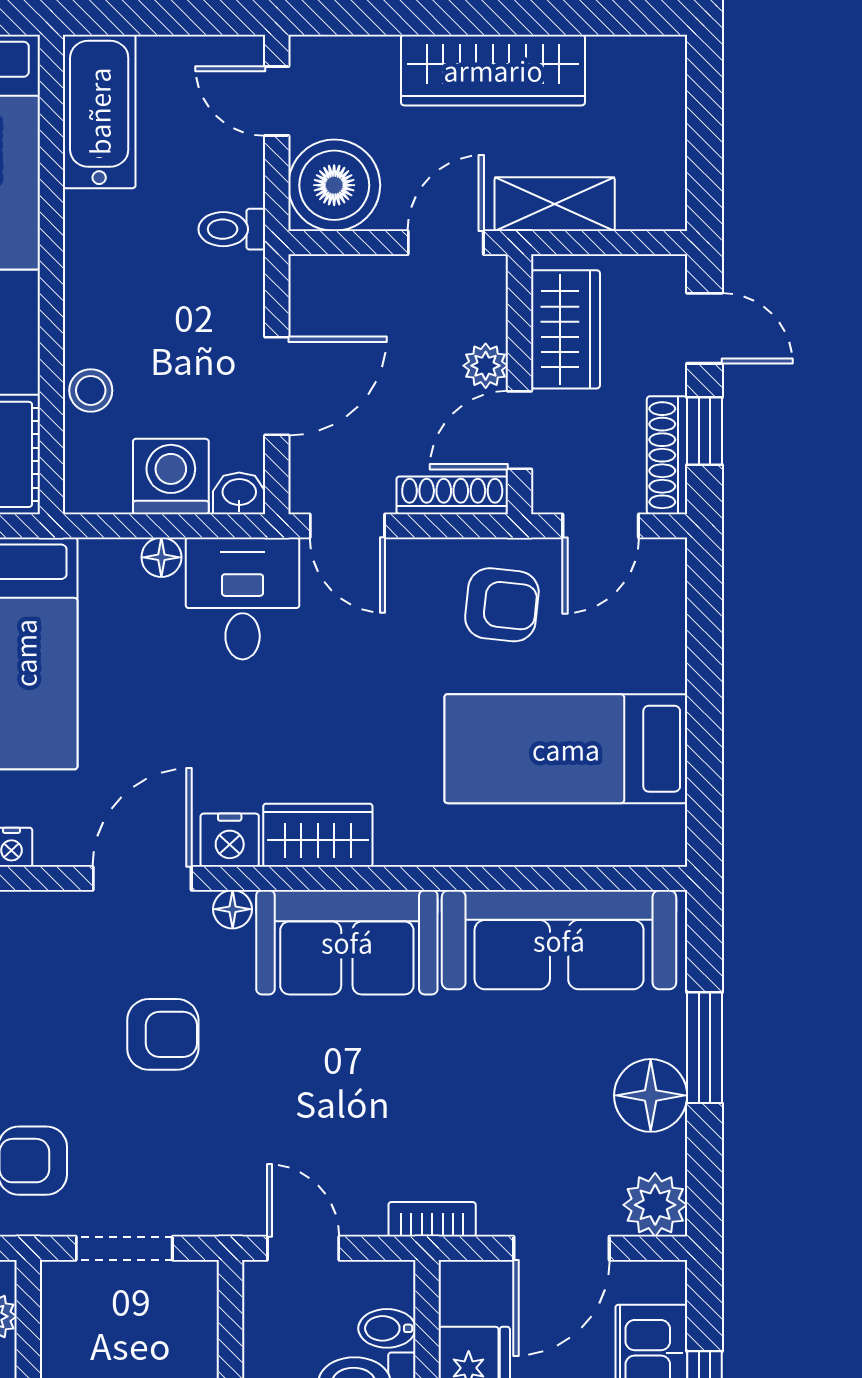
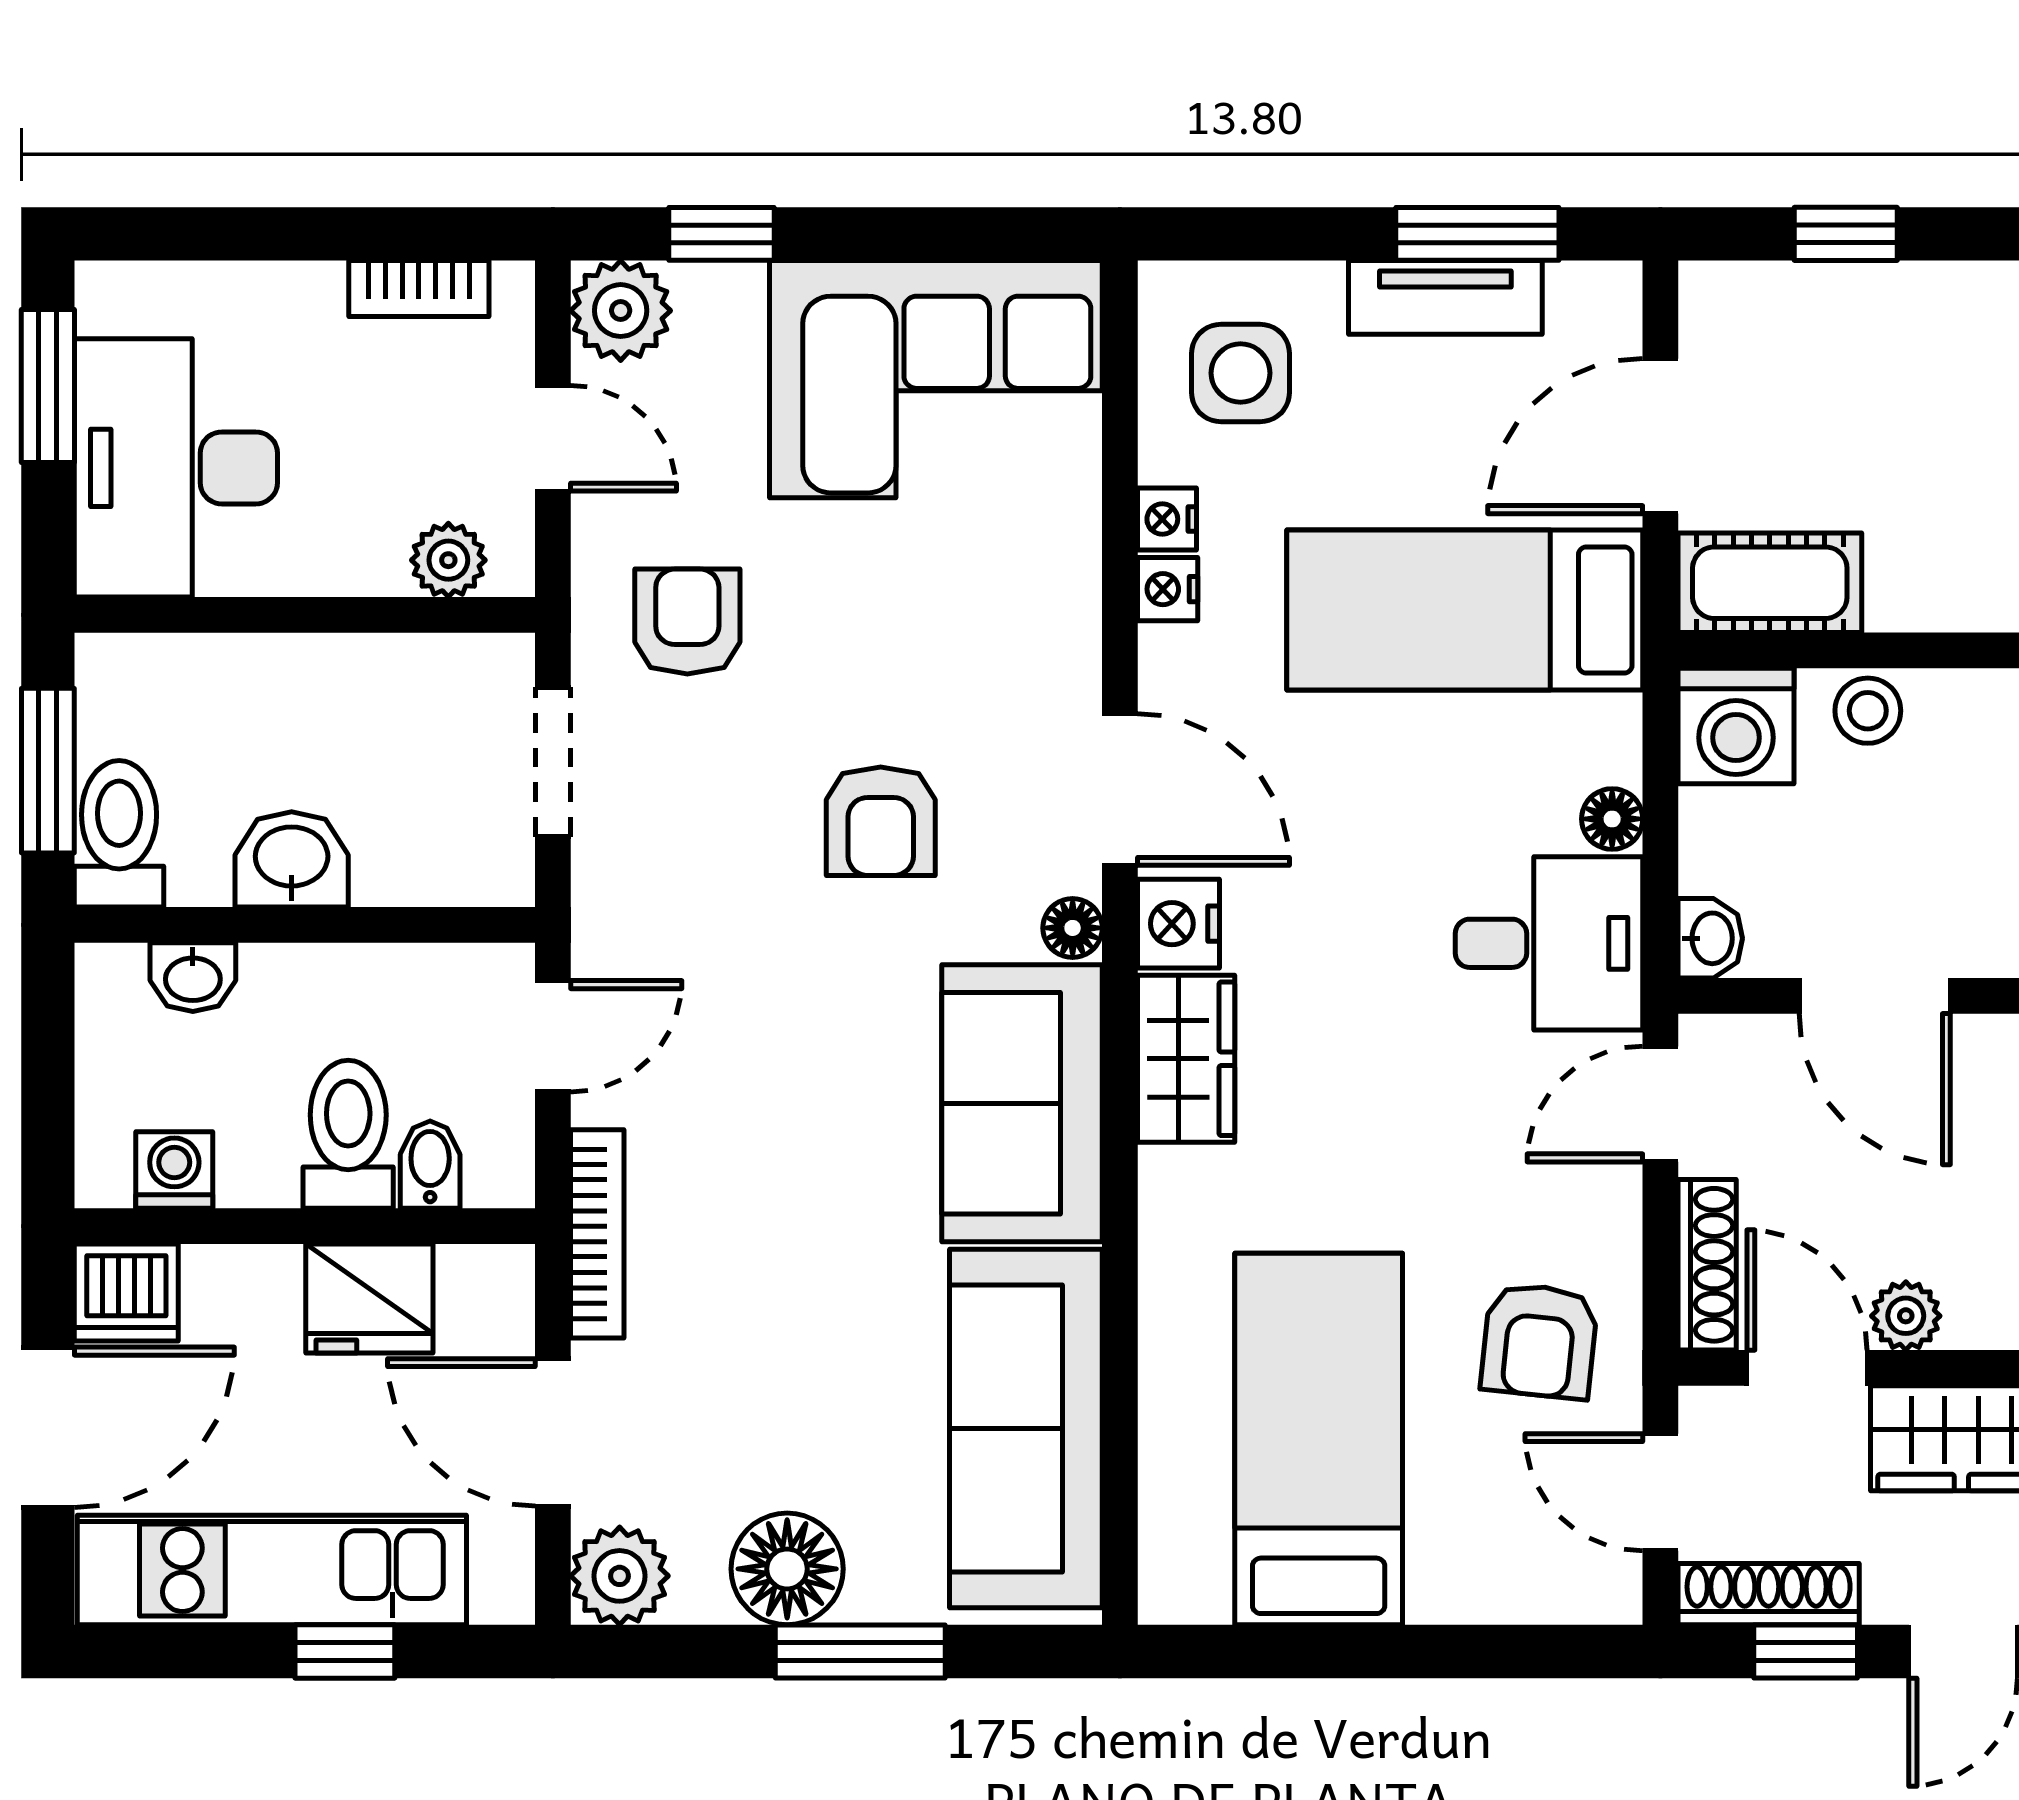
washing machine: (171, 476) -> (1736, 726), moved, turned 90
bookcase: (432, 1219) -> (597, 1234), width x1.56

